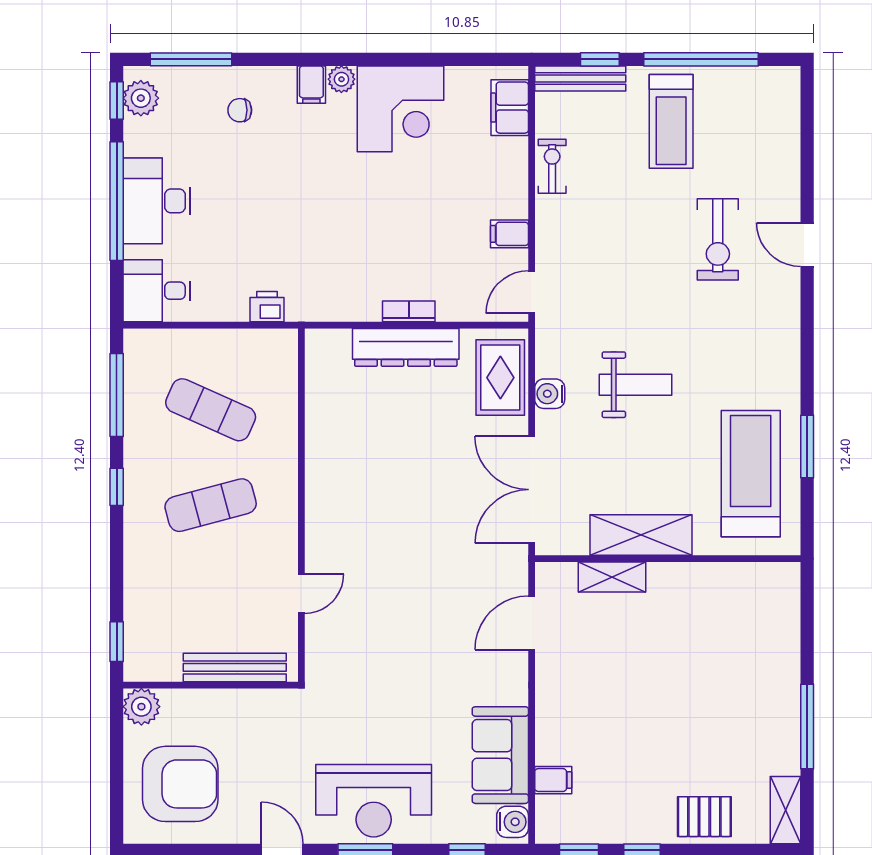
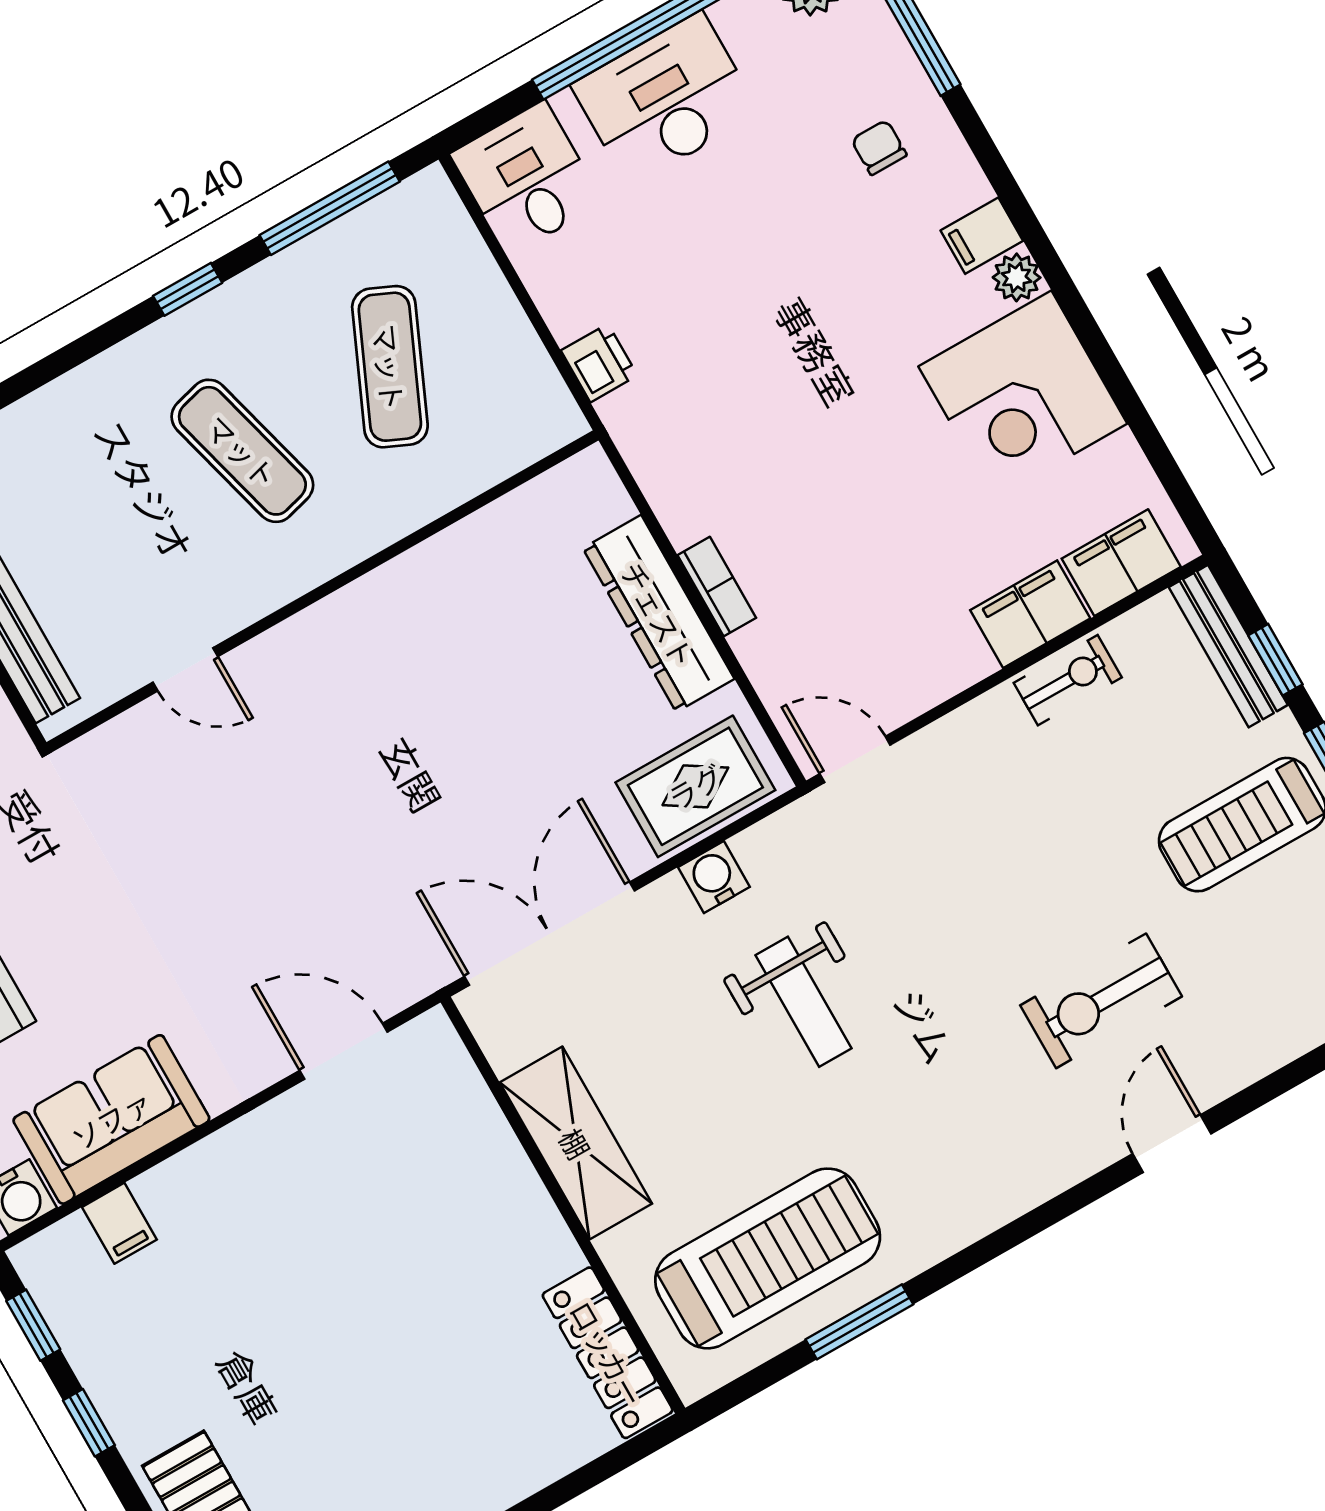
filing cabinet: (510, 234) -> (1030, 614), moved, width x2.00
shelving: (612, 577) -> (485, 1135), removed
locker: (752, 578) -> (608, 1353), added

